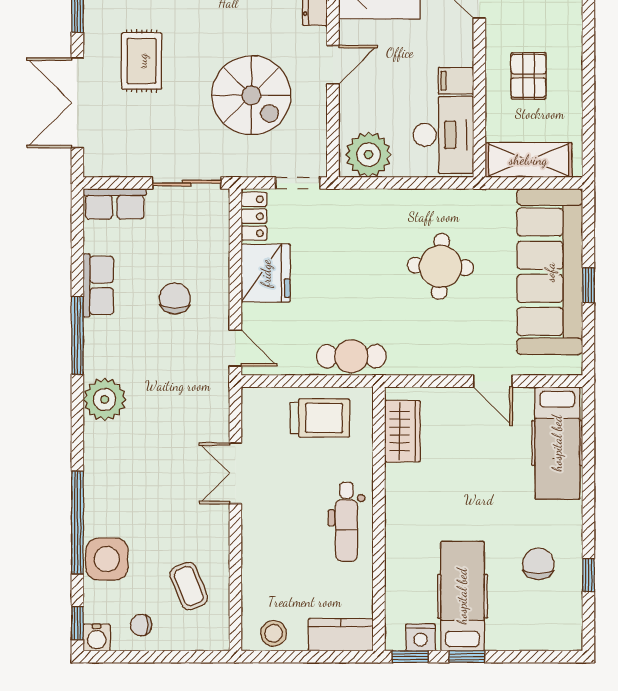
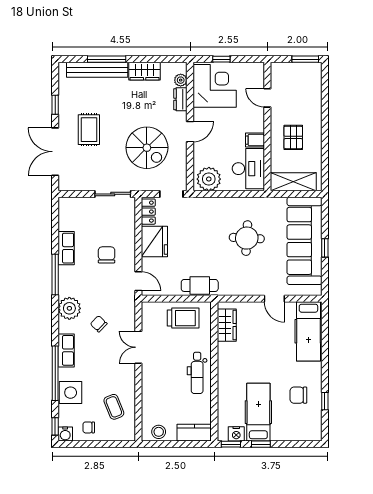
row of seats: (115, 204) -> (66, 350), moved, turned -90
chair: (160, 429) -> (99, 324), added
chair: (538, 564) -> (298, 395), turned -90

